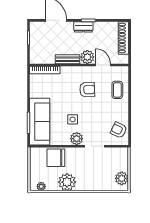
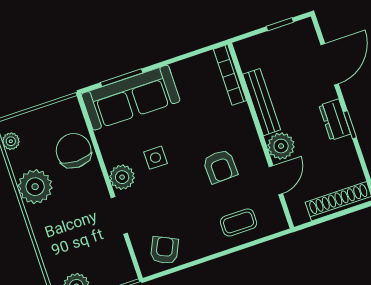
bench: (67, 59) -> (262, 102), width x1.36

